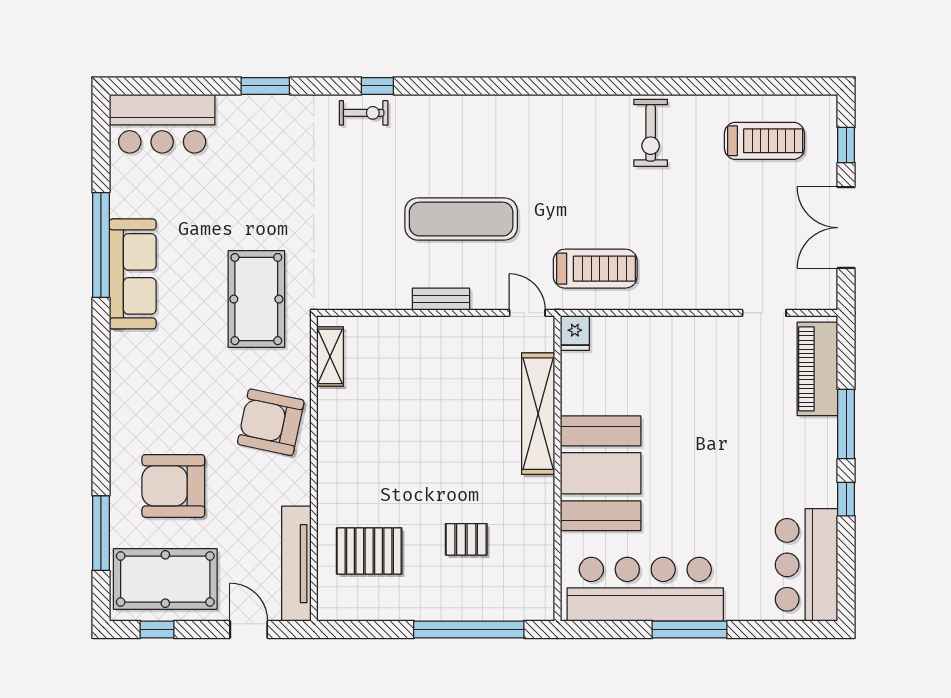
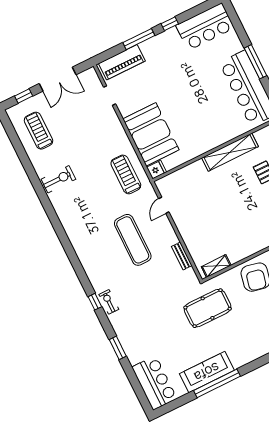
sofa: (133, 274) -> (207, 372), moved
bench: (441, 299) -> (182, 256), moved
door: (527, 313) -> (164, 205), moved
shelving: (538, 414) -> (230, 152), moved
booth: (601, 473) -> (151, 134), moved, turned 90

